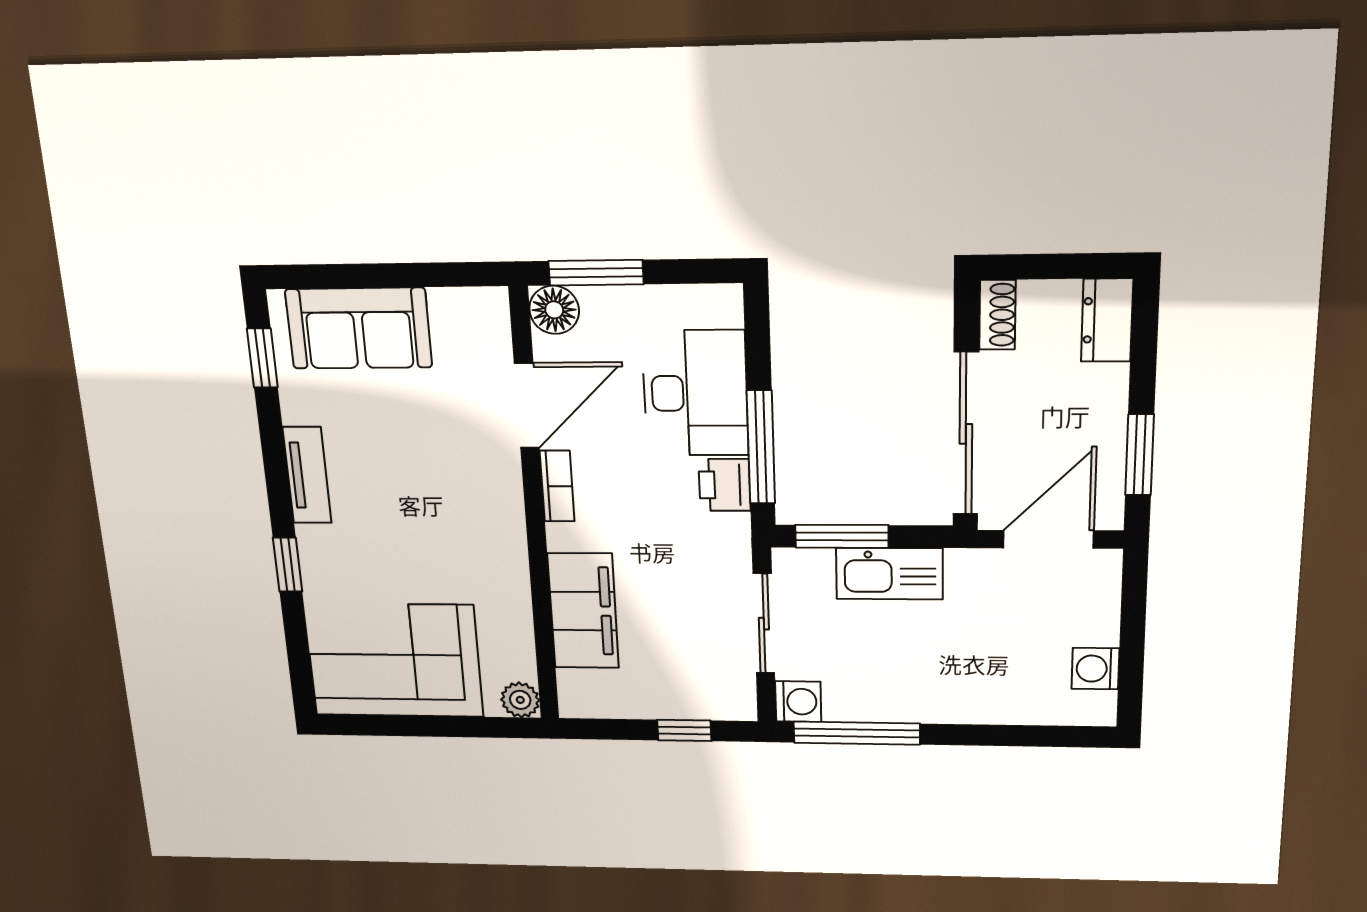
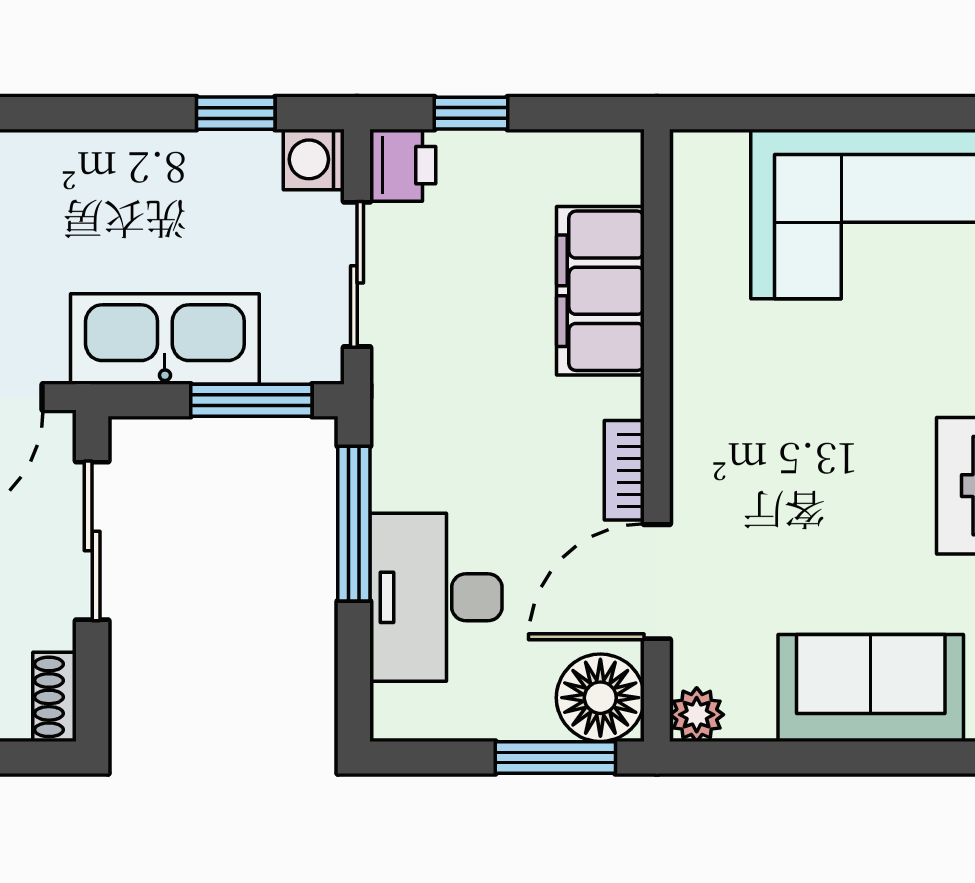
floor lamp: (554, 310) -> (600, 698), width x1.38, depth x1.38
sliding door: (966, 434) -> (92, 541), width x0.73
printer: (725, 485) -> (403, 165), moved
kitchen sink: (889, 574) -> (165, 339), width x1.36, depth x1.24
plant: (520, 700) -> (697, 715), moved
window: (857, 733) -> (236, 113), width x0.46

